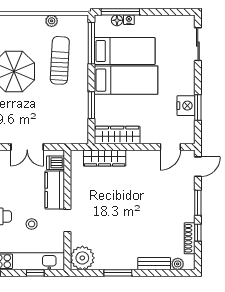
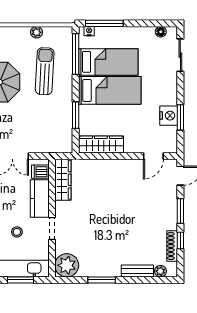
floor lamp: (117, 20) -> (161, 32), moved
nightstand: (129, 20) -> (89, 31), moved
wardrobe: (105, 158) -> (63, 180), moved, turned -90
window: (35, 273) -> (21, 280), width x1.50

